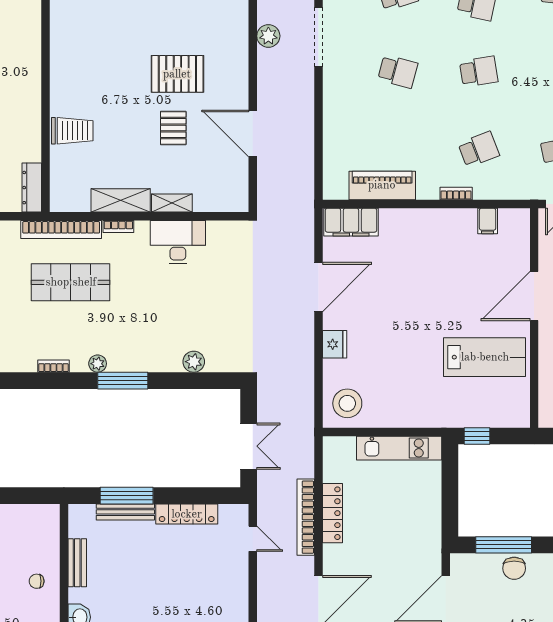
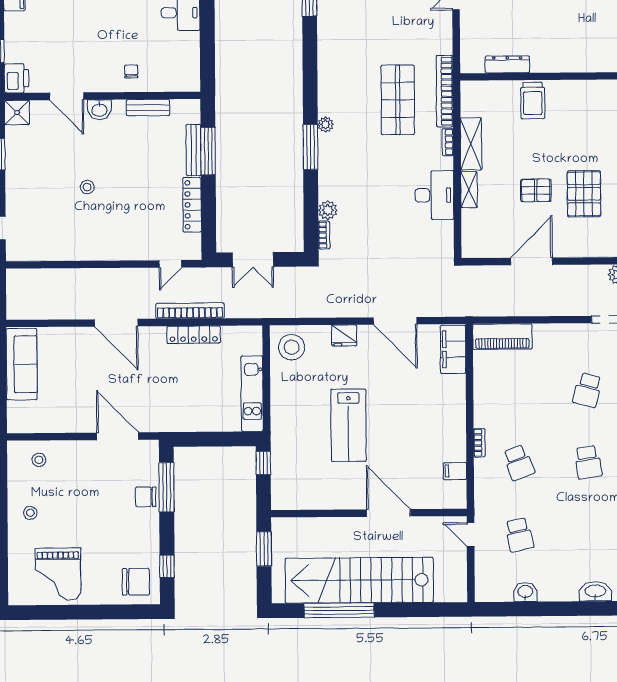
piano: (382, 185) -> (502, 337), moved, turned 90
dresser: (32, 188) -> (507, 64), moved
lab bench: (485, 357) -> (348, 425), moved
bookcase: (53, 366) -> (324, 235), moved

